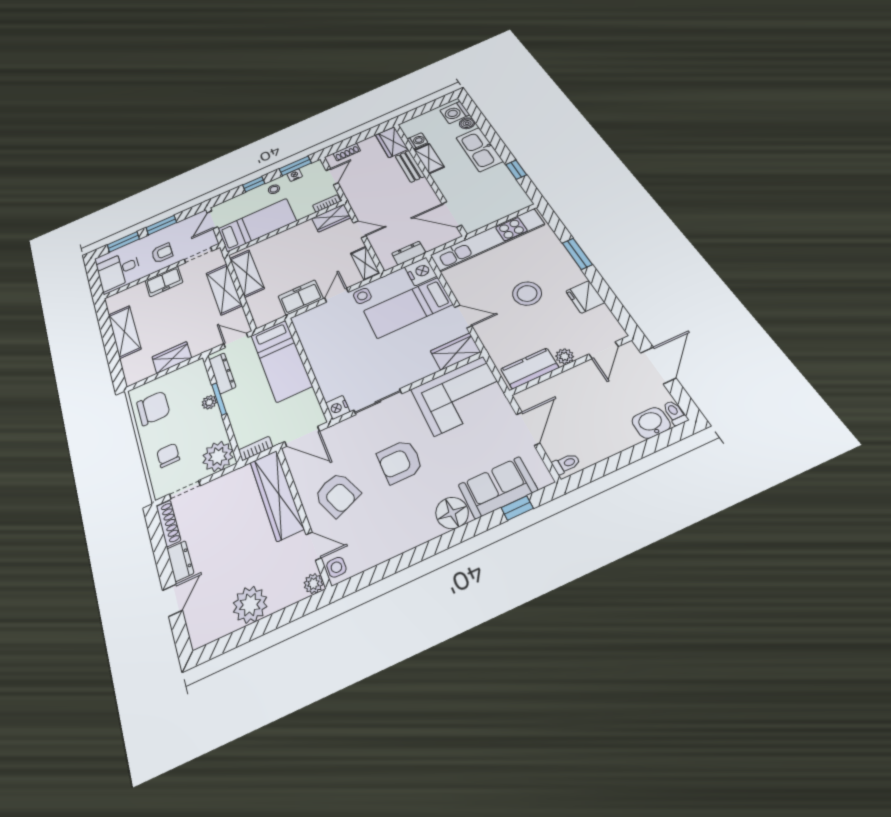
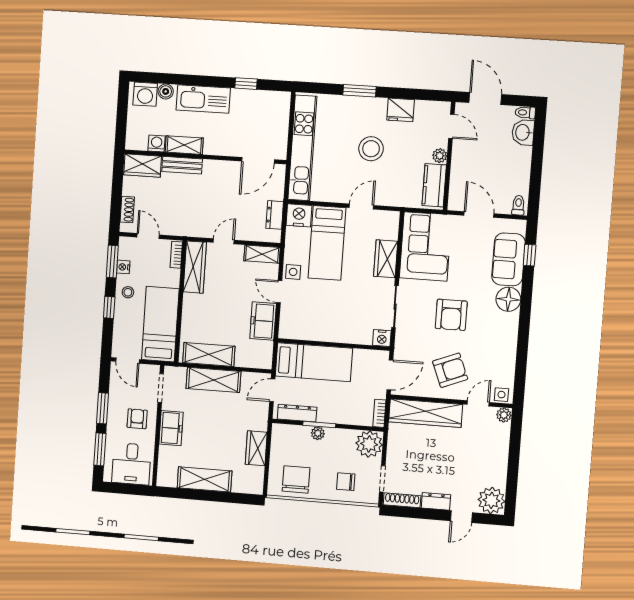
wardrobe: (331, 218) -> (195, 267), width x1.50
wardrobe: (455, 352) -> (386, 259), moved
door: (172, 600) -> (461, 517), swing flipped
plant: (250, 605) -> (491, 500), moved

